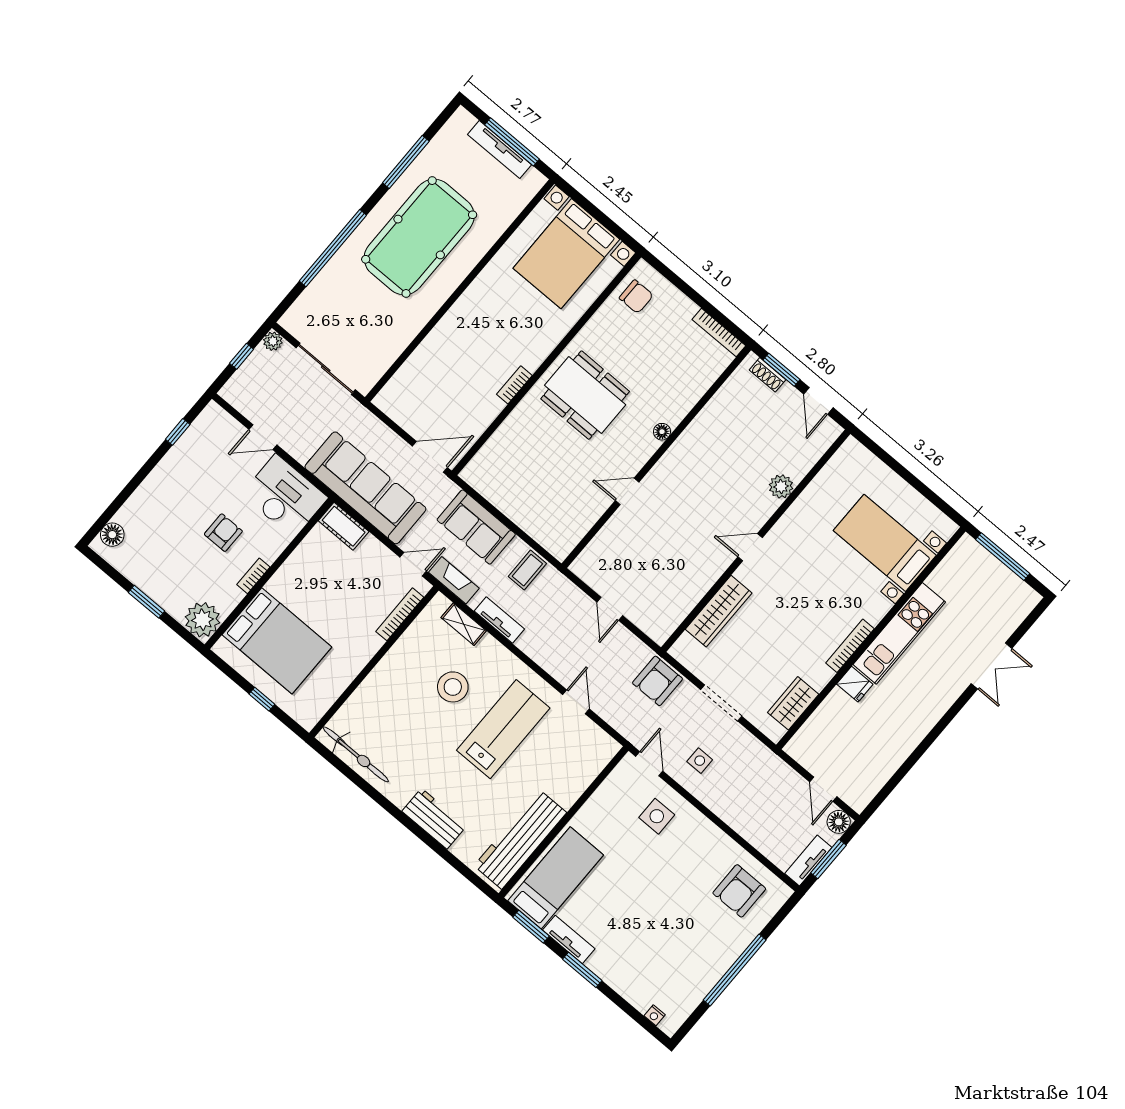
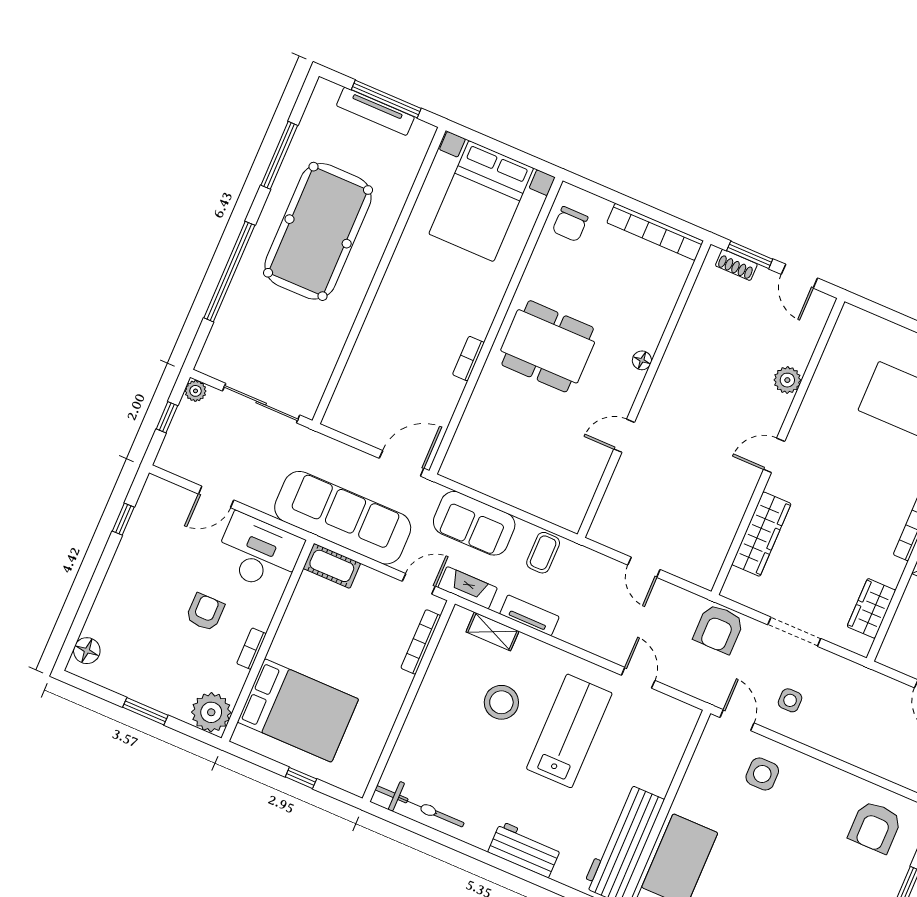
chair: (636, 297) -> (570, 224), turned 90
bookcase: (719, 333) -> (655, 232), width x1.48, depth x1.31

